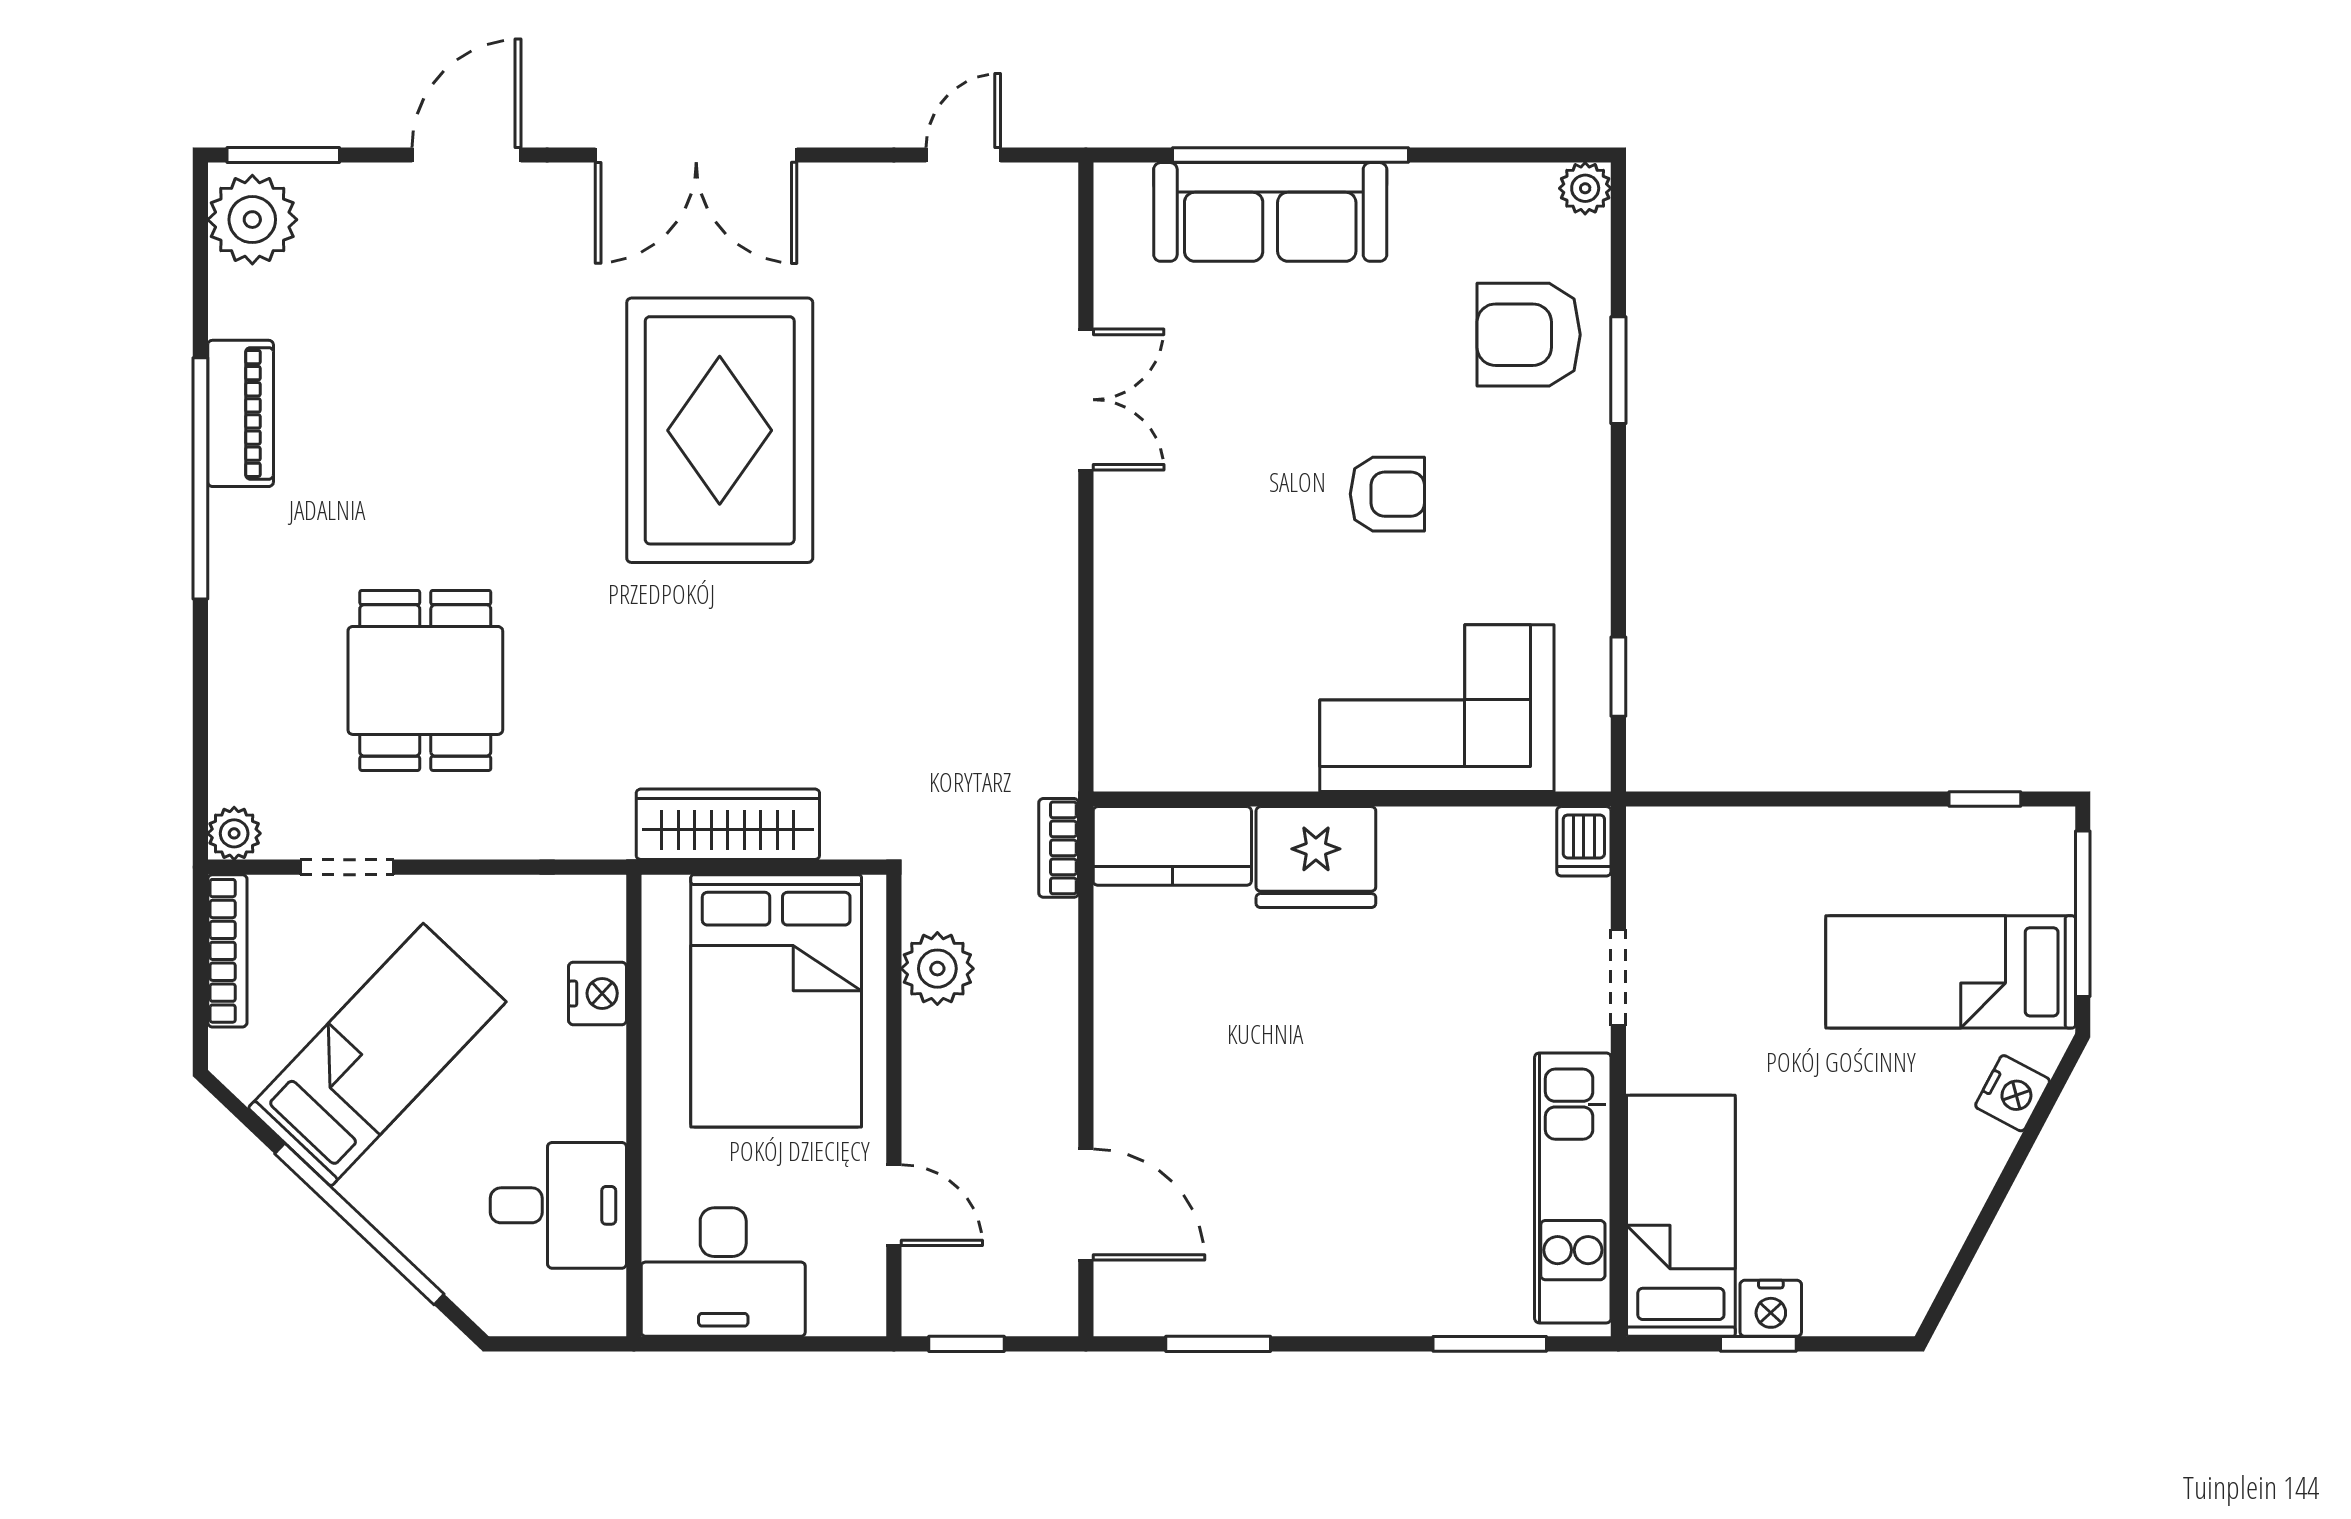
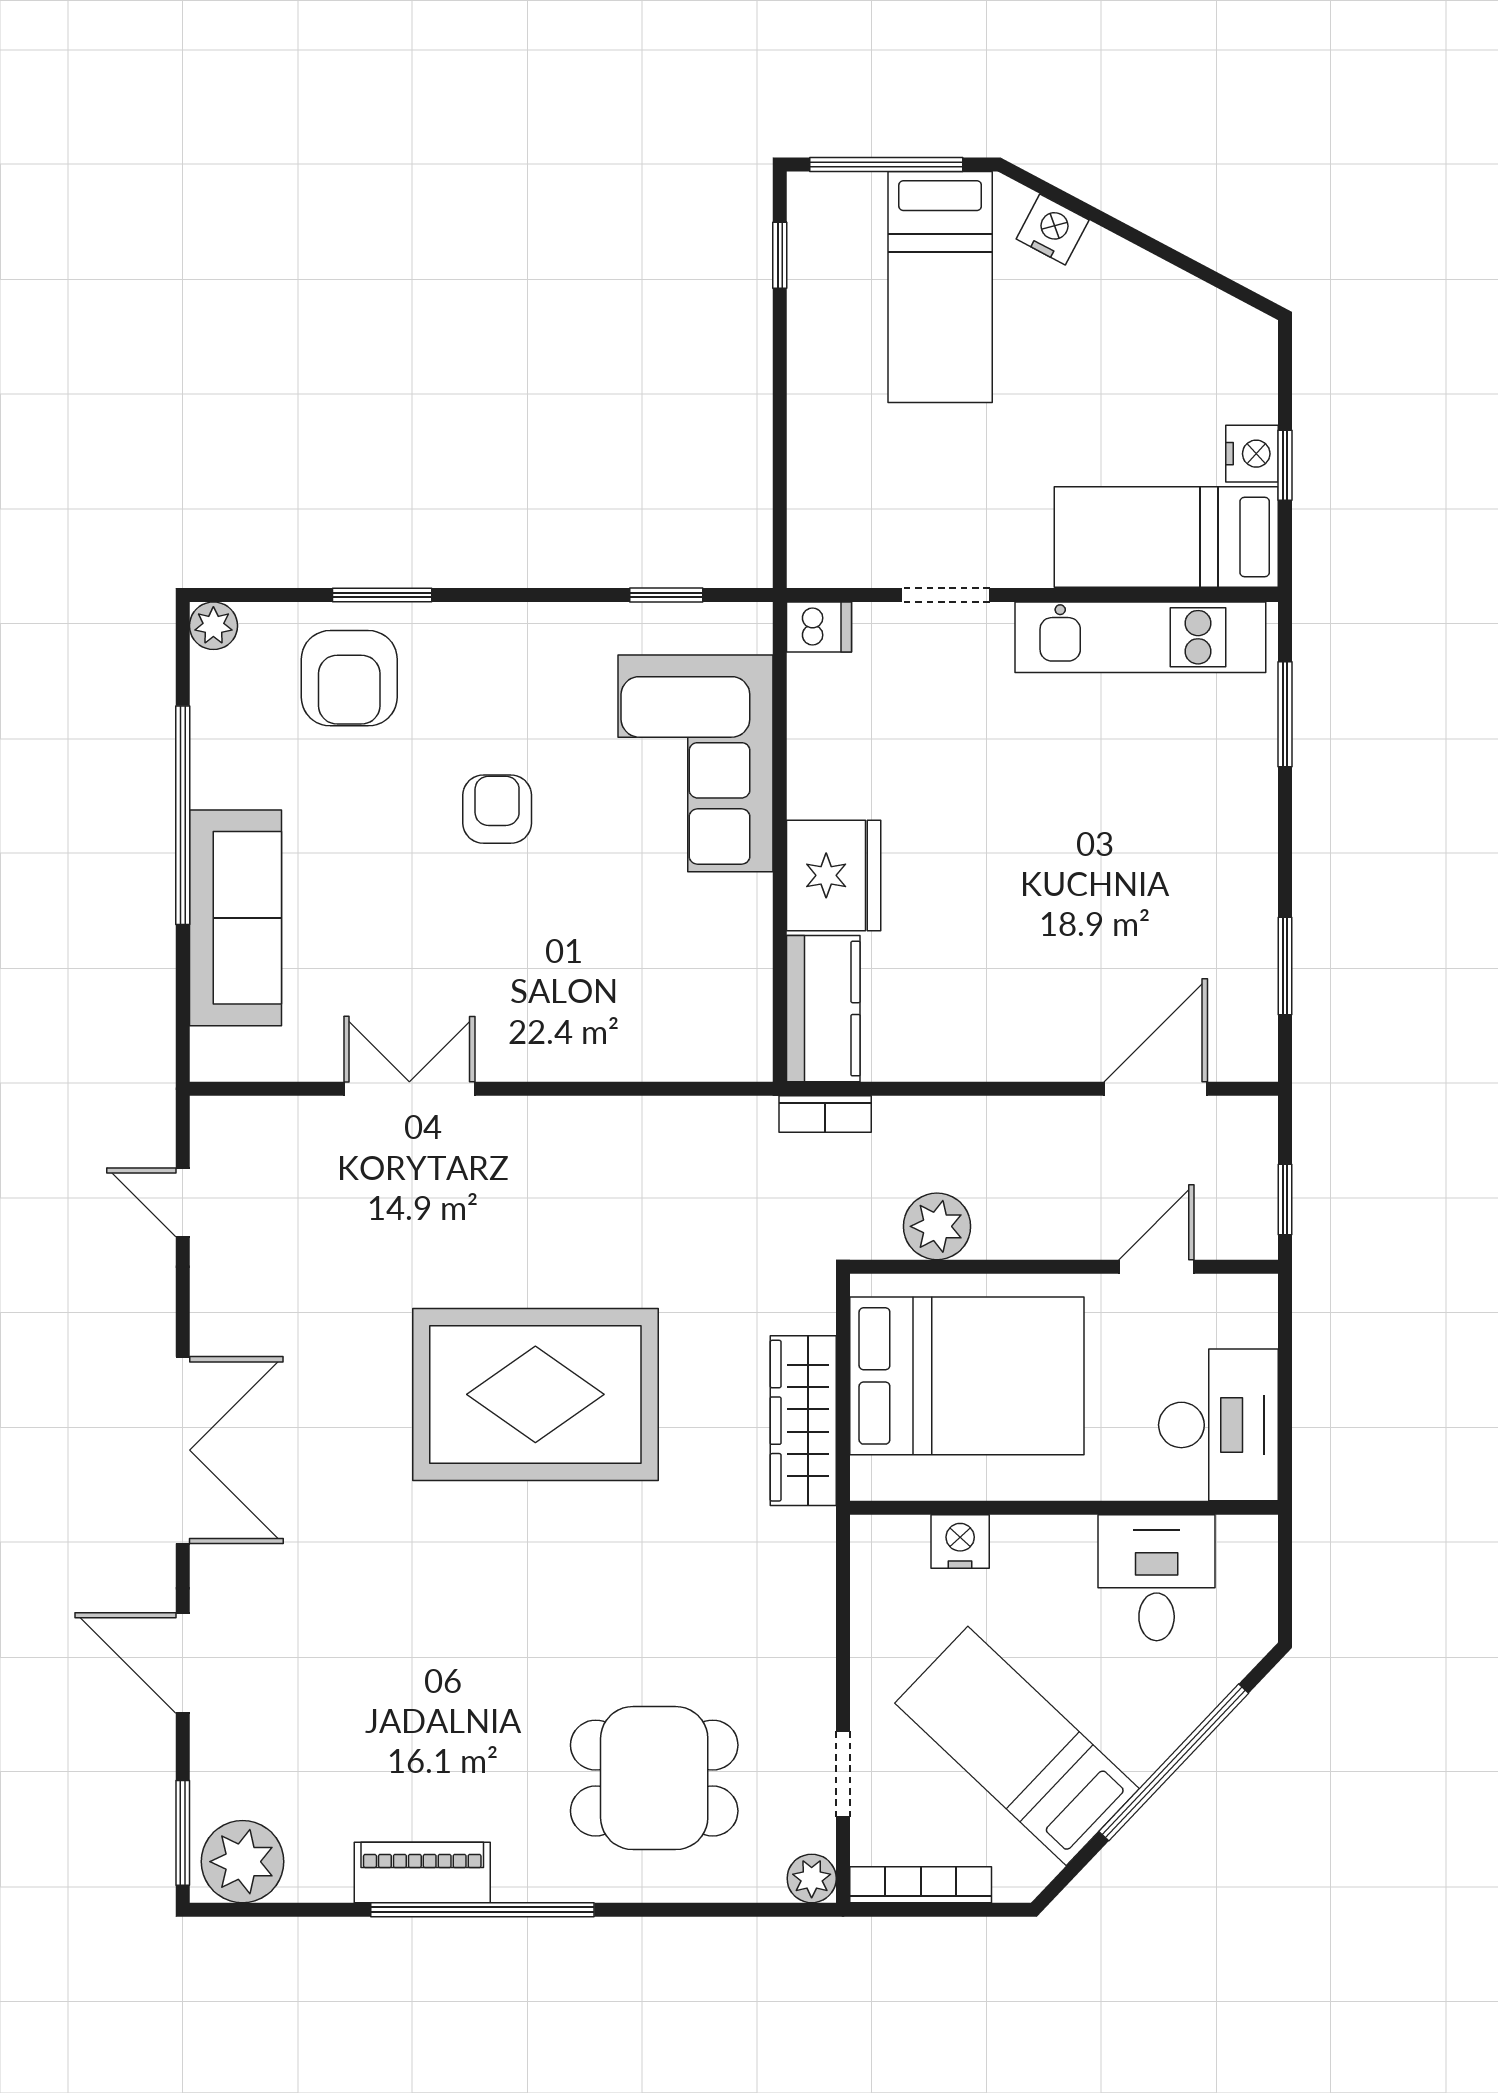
window: (1290, 155) -> (183, 815), moved
rug: (720, 430) -> (535, 1394), moved
dining table: (425, 680) -> (654, 1778), moved

